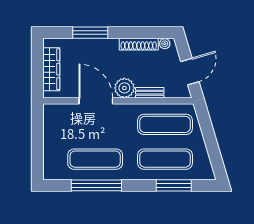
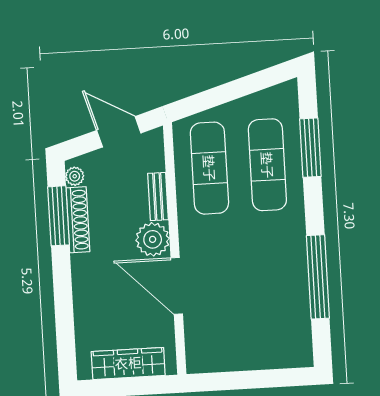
window: (90, 33) -> (58, 216), moved
door: (96, 101) -> (177, 286), hinge flipped
exercise mat: (95, 159) -> (274, 281), removed

